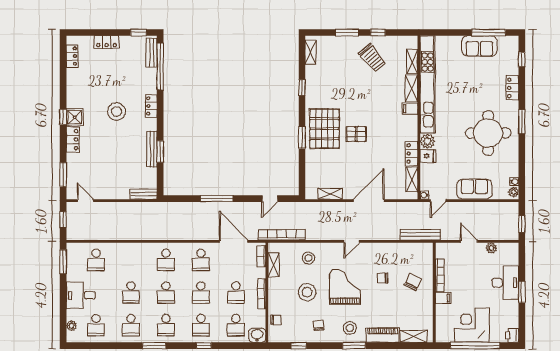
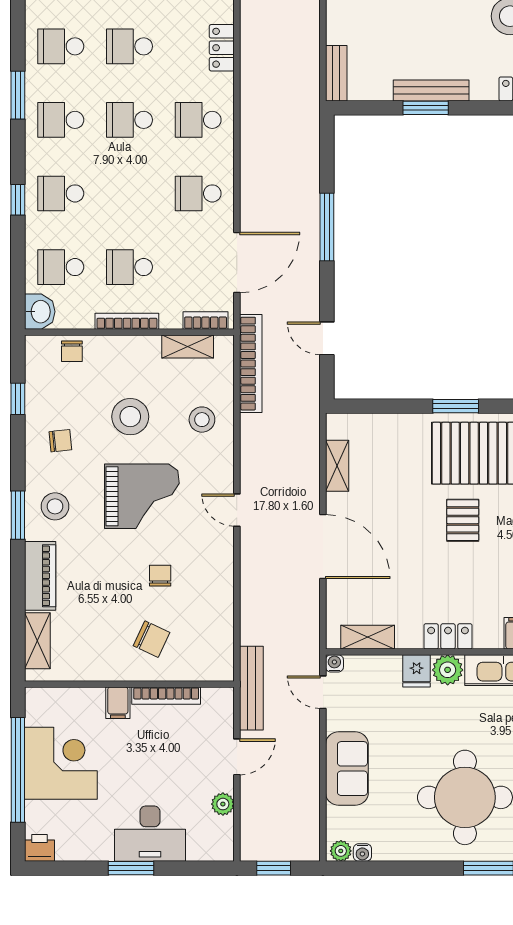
locker: (412, 153) -> (448, 636), moved
bench: (421, 235) -> (251, 688), moved
locker: (132, 249) -> (222, 48), added
school desk: (201, 293) -> (129, 193), removed

